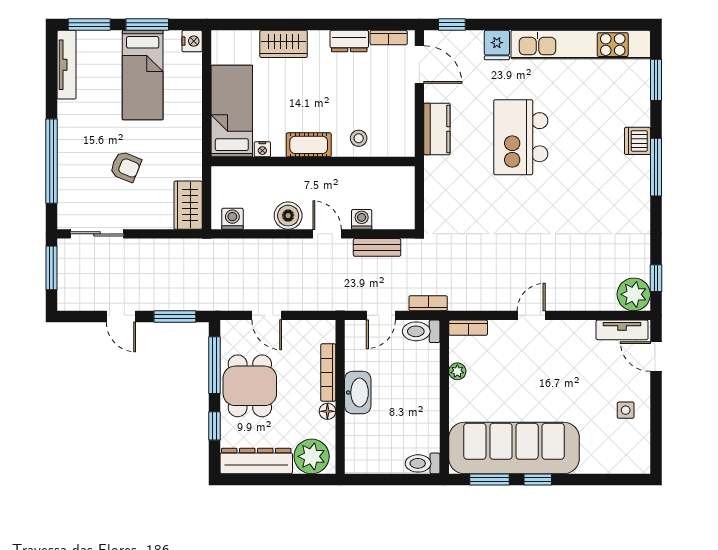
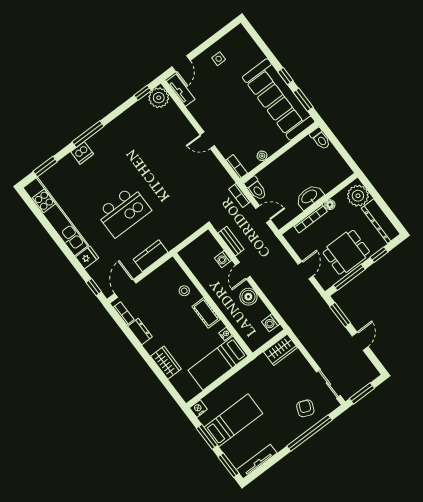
armchair: (126, 167) -> (305, 408), moved

